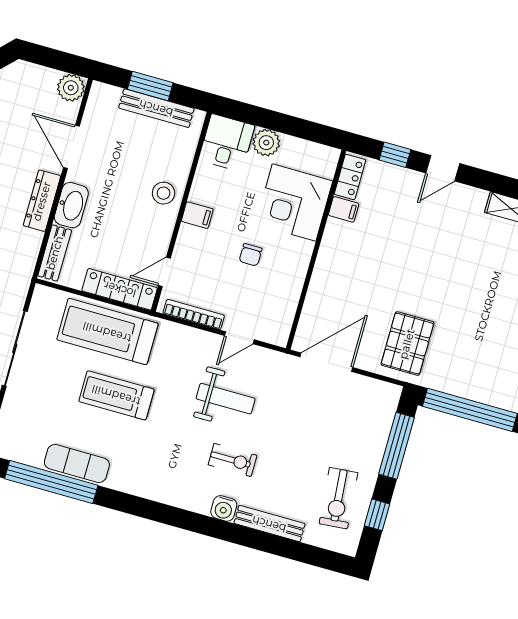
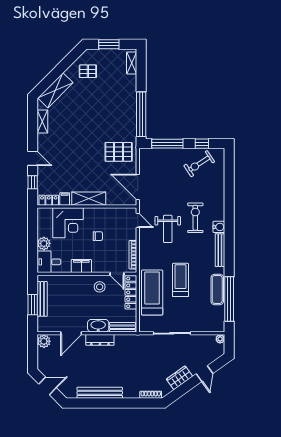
stool: (164, 193) -> (100, 287), moved
filing cabinet: (197, 215) -> (81, 266), width x2.00
shelving: (331, 258) -> (89, 199), added
treadmill: (107, 332) -> (152, 293), turned 180
door: (239, 338) -> (138, 220), moved
treadmill: (116, 395) -> (180, 280), turned 180
weight bench: (226, 399) -> (168, 229), turned 180
exercise bike: (233, 460) -> (195, 218), width x1.38, depth x1.39
exercise bike: (338, 498) -> (199, 164), turned 152
water cooler: (224, 508) -> (219, 227), moved
bench: (269, 524) -> (220, 250), moved

